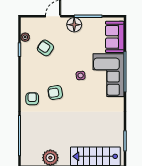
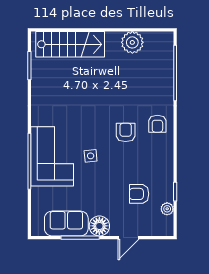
sofa: (115, 37) -> (66, 223), moved, turned -90
armchair: (45, 48) -> (139, 194), turned 145
armchair: (55, 92) -> (126, 132), turned -81

